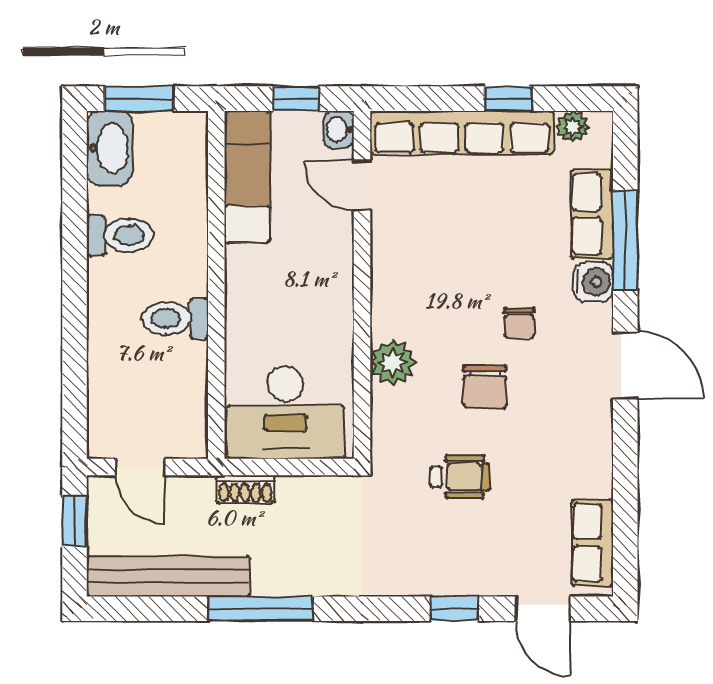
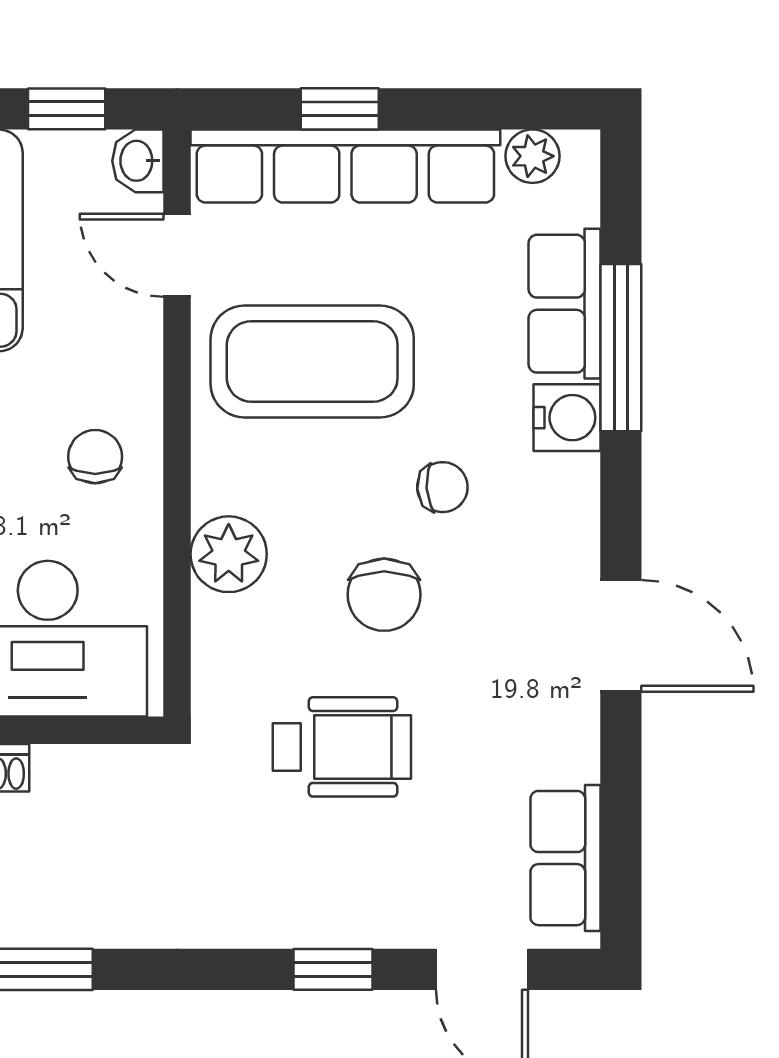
window: (508, 99) -> (340, 109), moved
coffee table: (442, 248) -> (312, 361), added
chair: (313, 305) -> (95, 457), added
chair: (519, 323) -> (442, 487), turned -94
door: (625, 365) -> (621, 636), moved
wheelchair: (460, 477) -> (342, 747), width x1.36, depth x1.37

